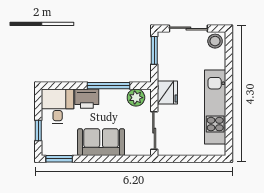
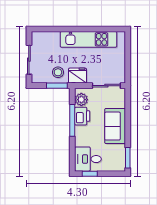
stool: (215, 41) -> (58, 72), moved
window: (154, 50) -> (57, 86), moved
printer: (87, 99) -> (82, 116), moved
window: (38, 131) -> (90, 174), moved

